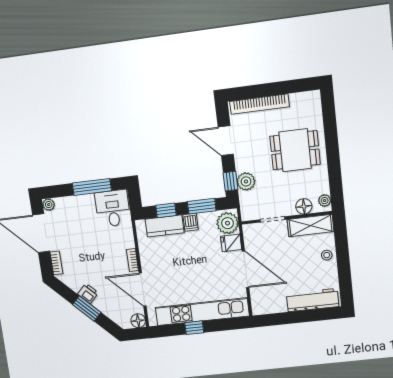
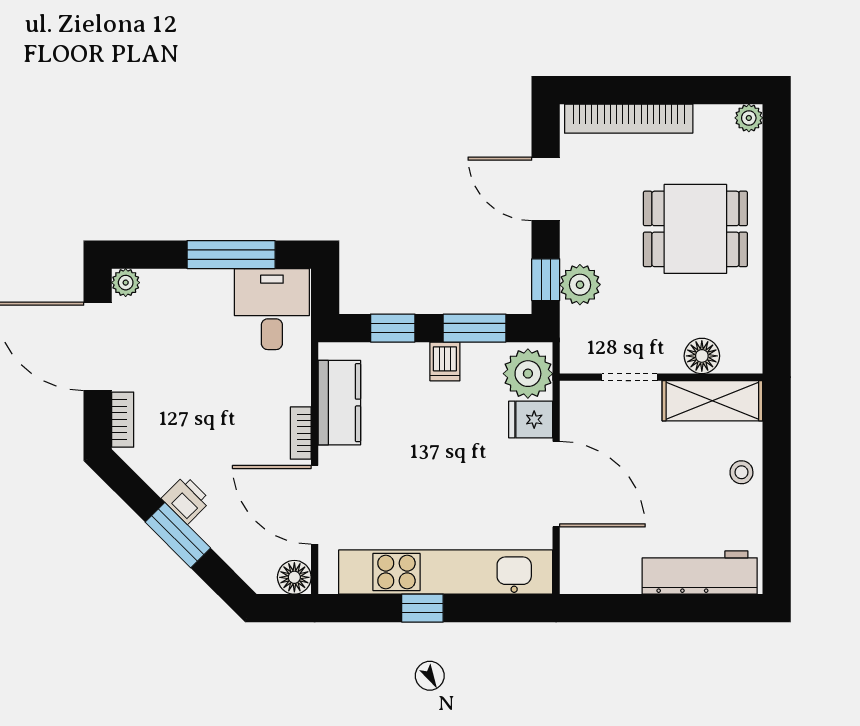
plant: (325, 201) -> (749, 118), moved
kitchen counter: (165, 226) -> (339, 403), moved, turned -90

